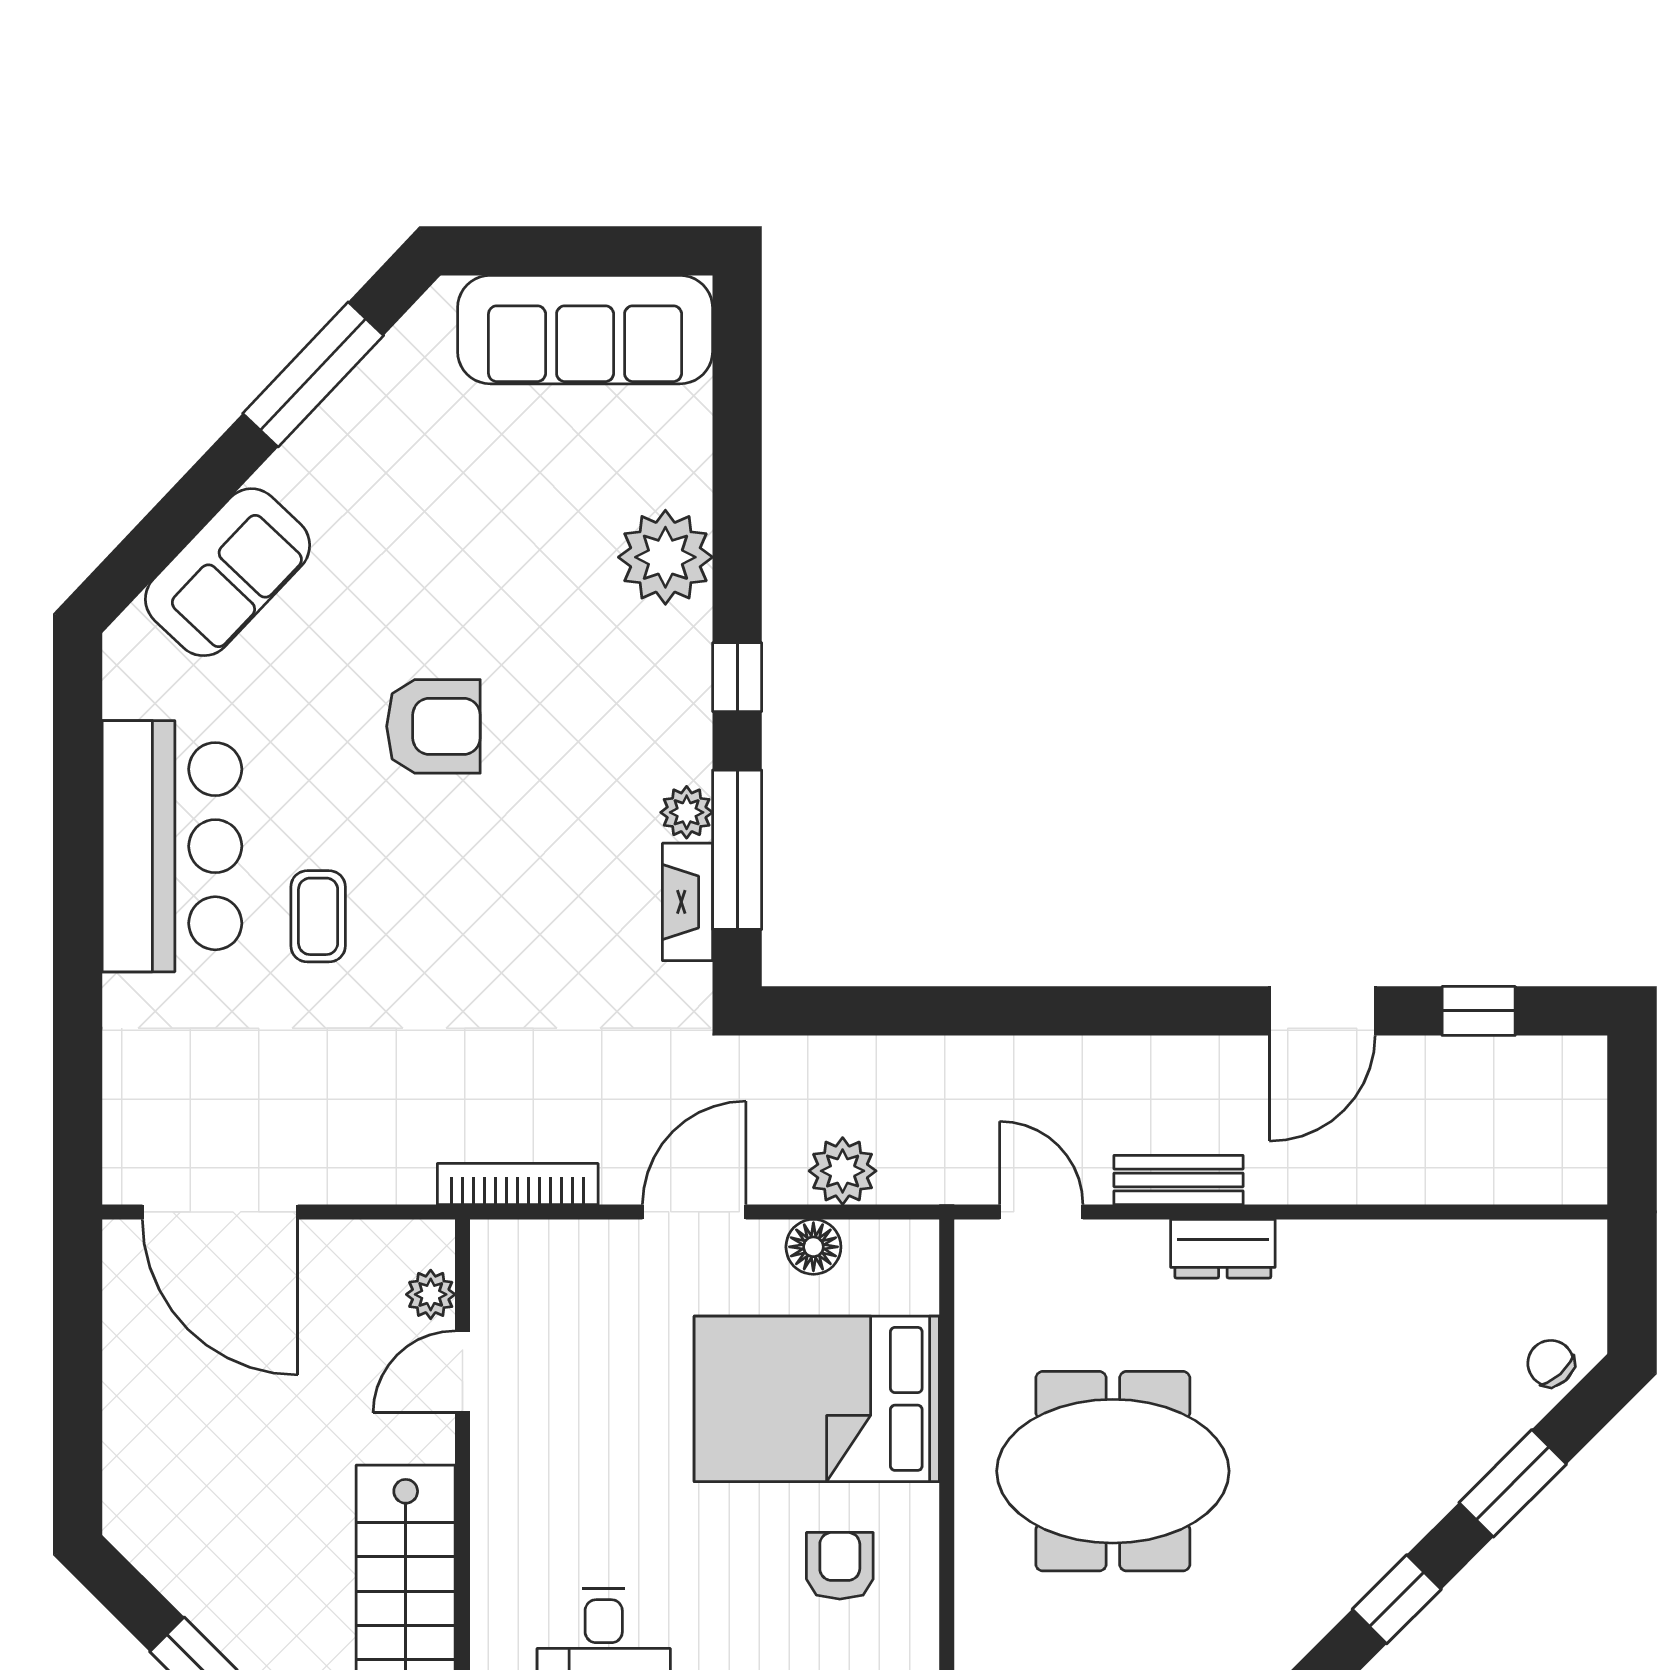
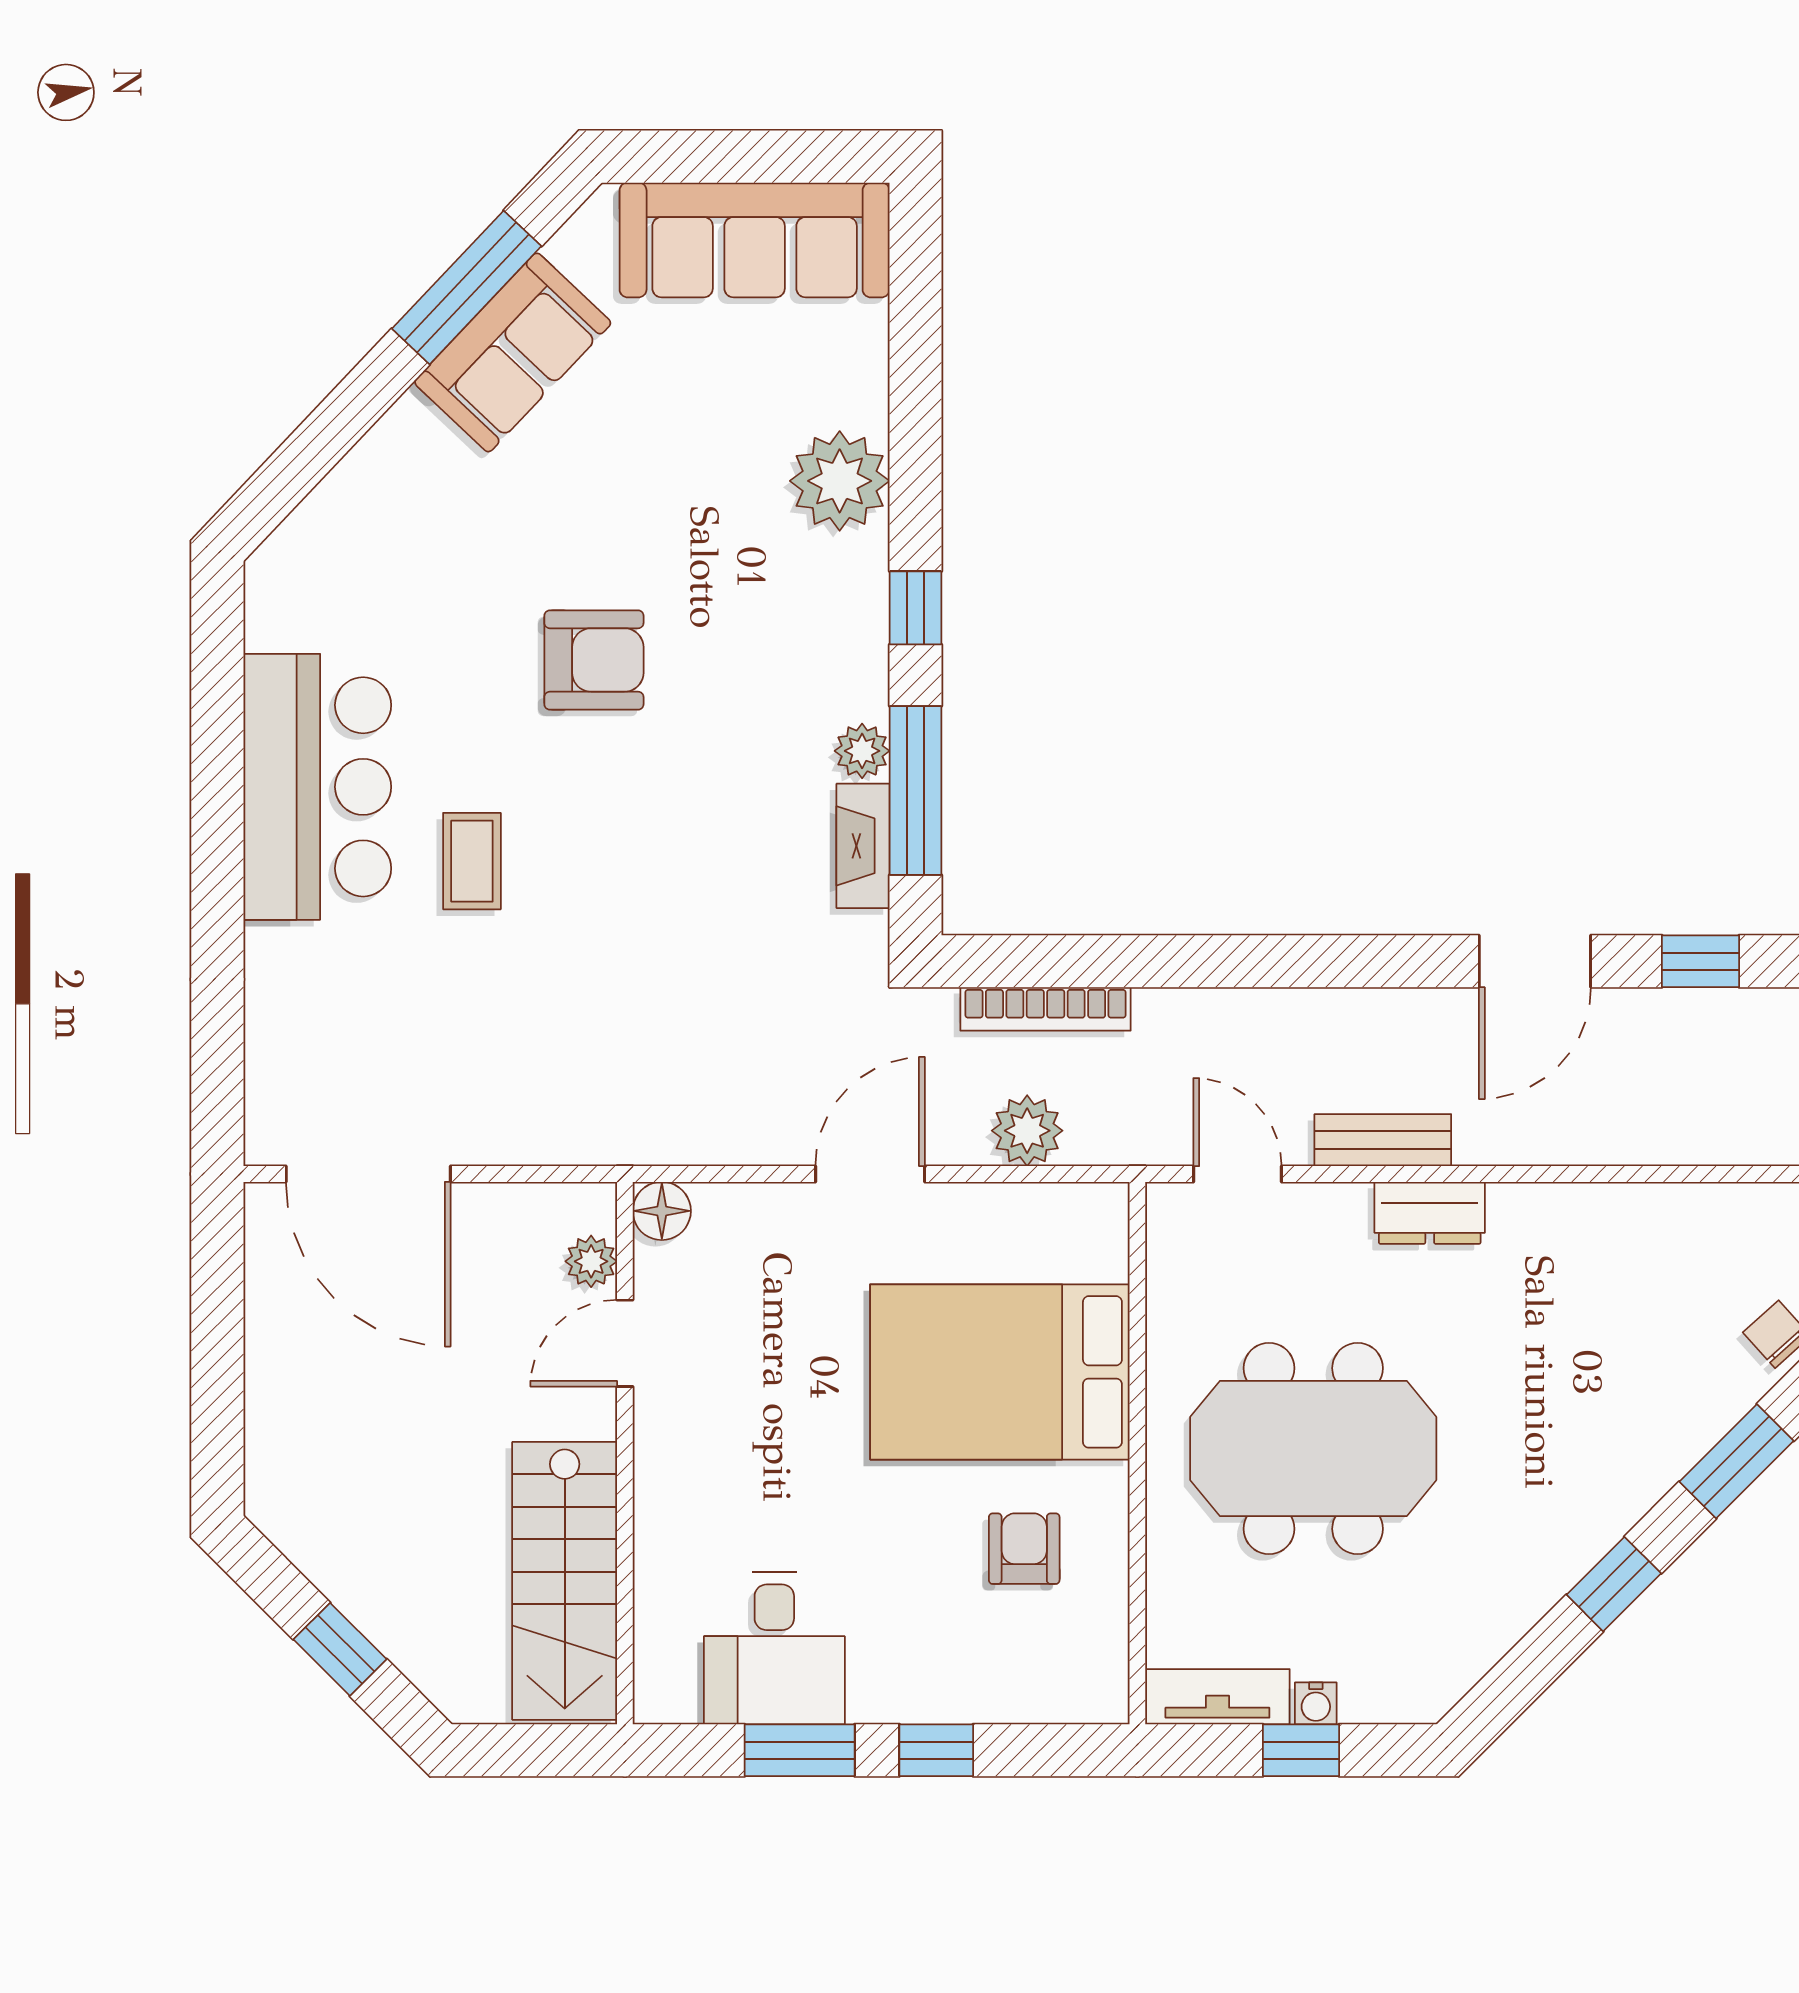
sofa: (228, 572) -> (513, 352), moved
bookcase: (518, 1184) -> (1046, 1009), moved, turned 180
floor lamp: (813, 1247) -> (662, 1211), moved

